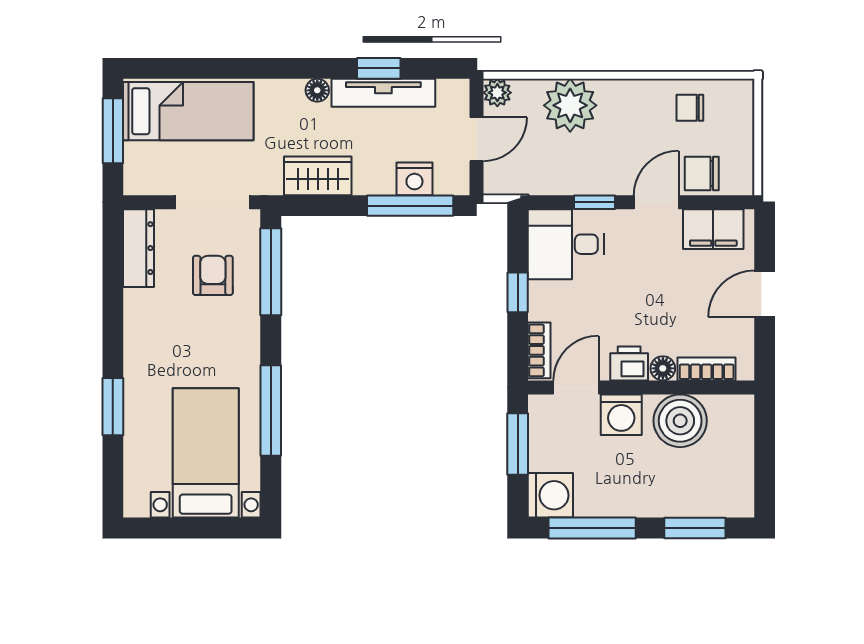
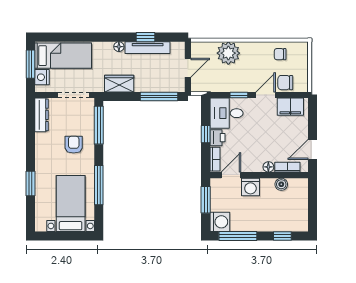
plant: (497, 93) -> (197, 48), removed
nightstand: (414, 179) -> (42, 77), moved, turned 90
armchair: (213, 275) -> (74, 145), moved
door: (765, 294) -> (312, 149), moved
printer: (629, 363) -> (217, 138), moved, turned 90
boiler: (680, 421) -> (281, 184), width x0.54, depth x0.54
window: (695, 528) -> (282, 236), width x0.67

